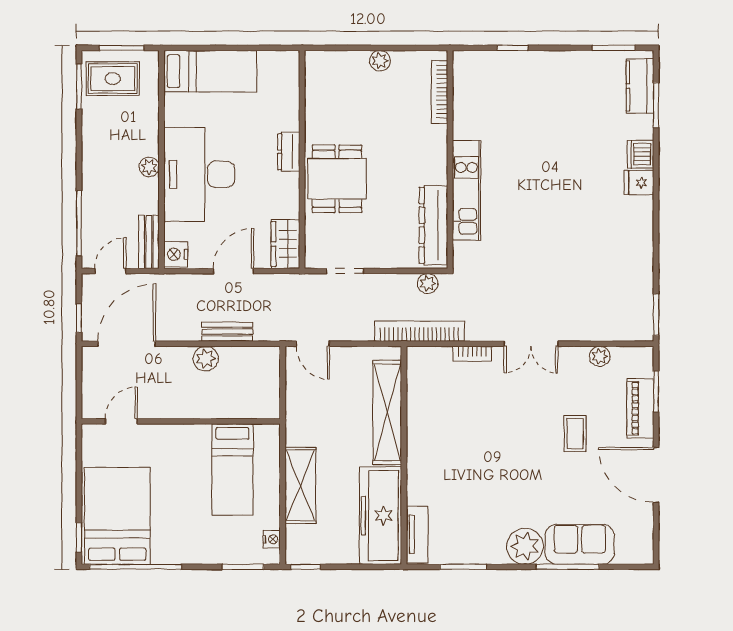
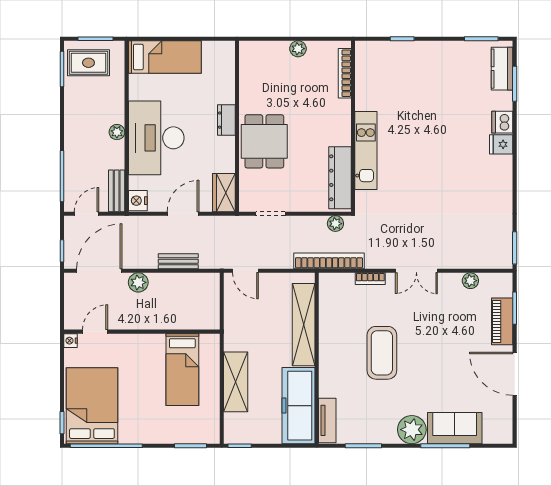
plant: (206, 359) -> (138, 282), moved
coffee table: (575, 434) -> (382, 353), moved, width x1.86, depth x1.72
nightstand: (272, 539) -> (71, 341), moved, turned 180

